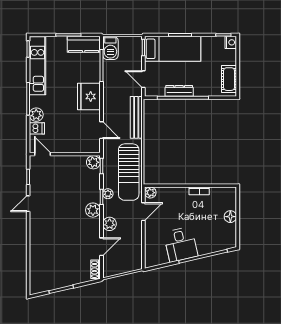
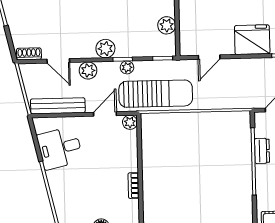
dresser: (179, 91) -> (262, 151), width x0.70
bench: (136, 117) -> (58, 106), moved
plant: (93, 162) -> (167, 25), moved
sun lounger: (129, 172) -> (156, 94), turned 180
door: (143, 212) -> (105, 114), swing flipped
desk: (181, 244) -> (60, 148), moved

